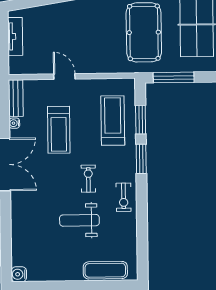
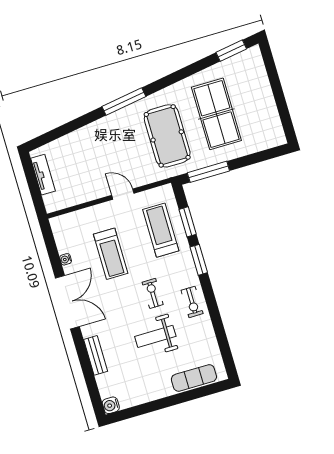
door: (64, 77) -> (123, 194), moved
bench: (16, 98) -> (96, 355), moved

